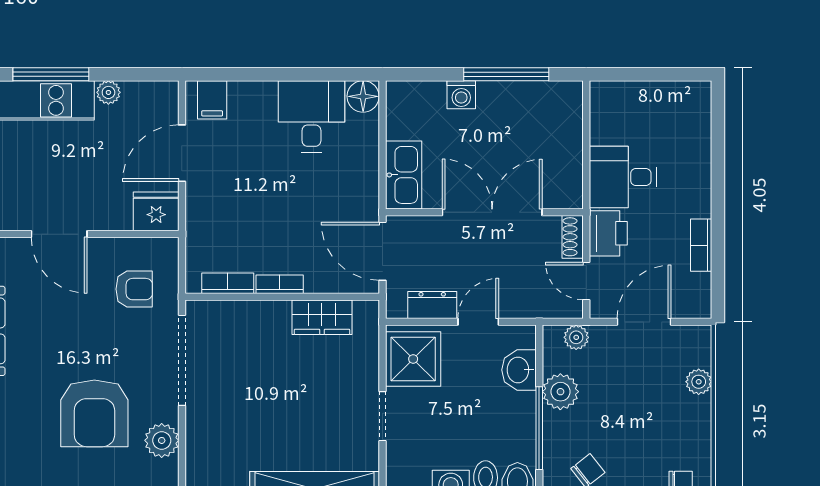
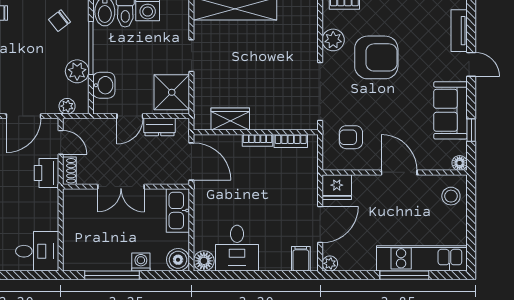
plant: (108, 92) -> (330, 263), moved
boiler: (403, 98) -> (178, 260), added
desk: (623, 177) -> (37, 251), moved
double door: (492, 212) -> (121, 187), width x0.73
armchair: (94, 413) -> (376, 57), turned 90

